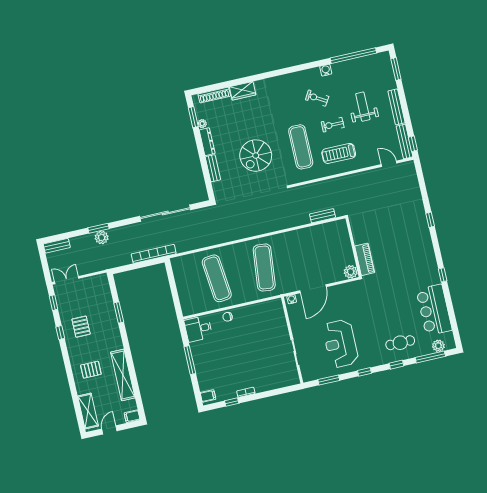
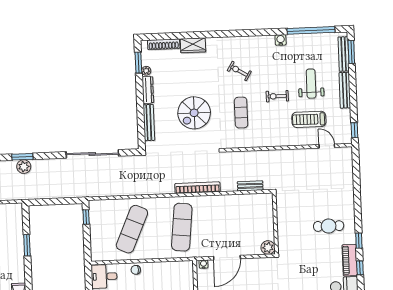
exercise bike: (317, 98) -> (239, 71), moved
bench: (404, 141) -> (344, 54), moved
exercise mat: (301, 147) -> (241, 113), width x0.73, depth x0.69
treadmill: (339, 153) -> (309, 119), moved
bench: (213, 168) -> (149, 123), width x1.36
window: (430, 220) -> (359, 241), moved
cafe table: (405, 240) -> (329, 226), added
bookcase: (154, 254) -> (197, 188), moved
piano: (365, 259) -> (350, 260), moved, turned 180
window: (170, 275) -> (86, 217), added
exercise mat: (217, 278) -> (132, 229), turned 30

